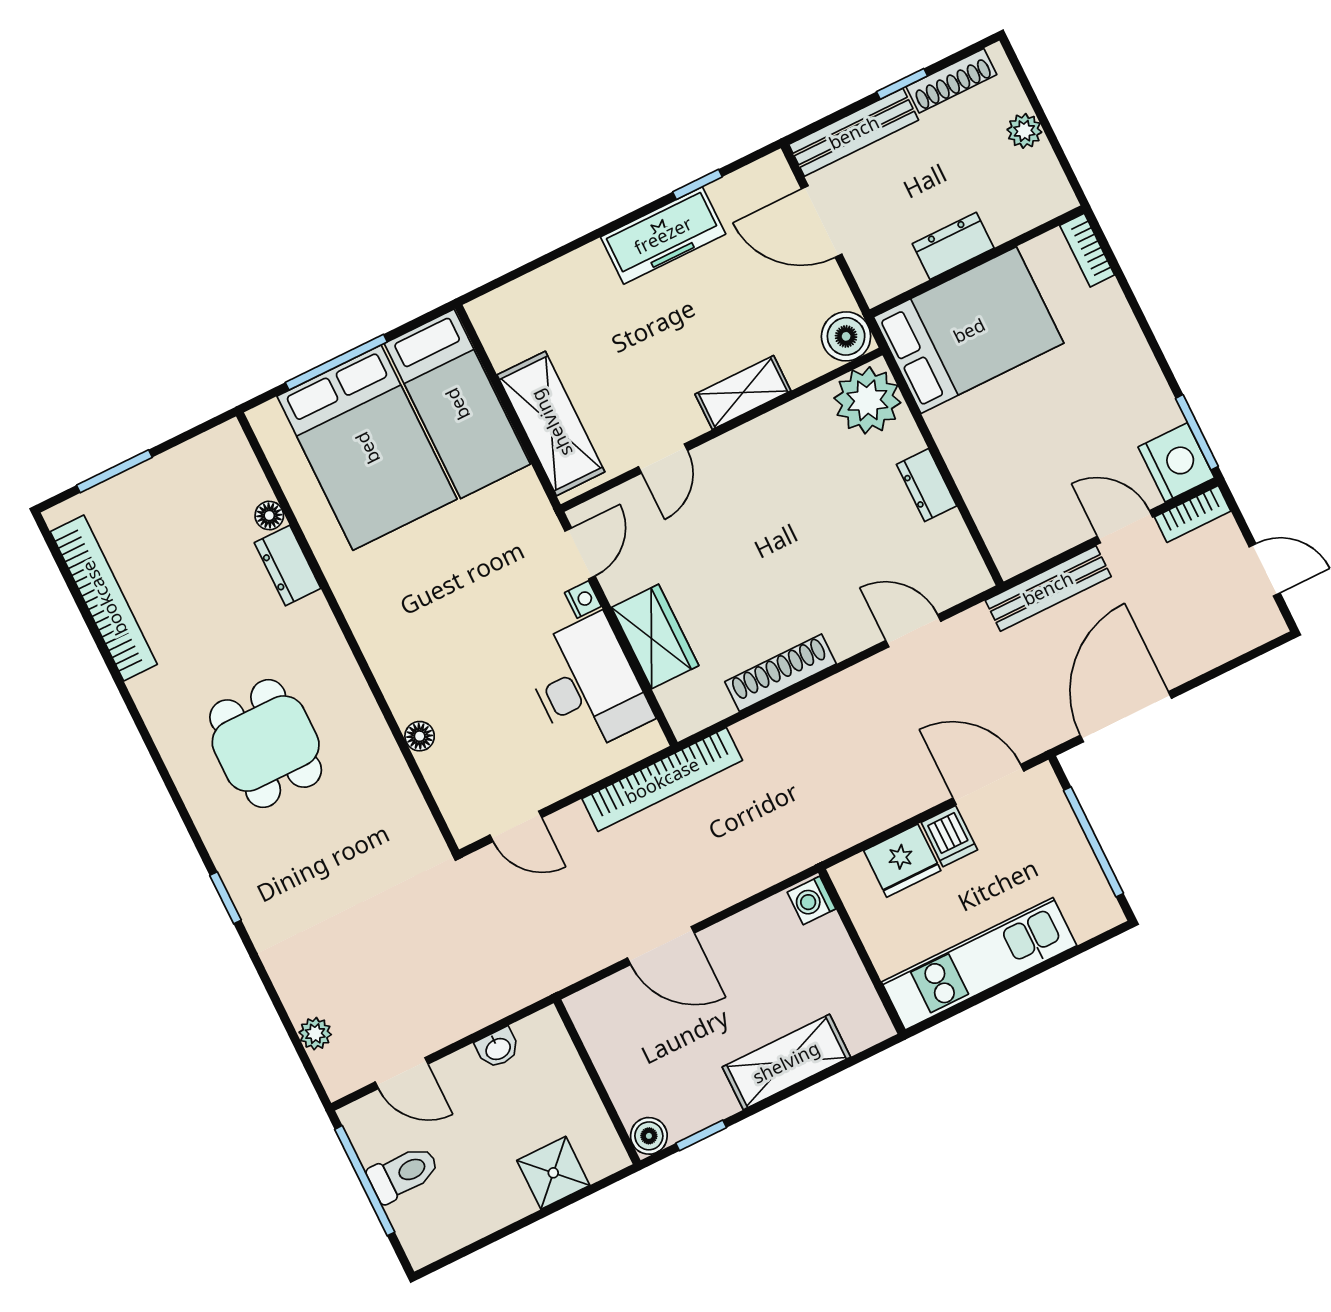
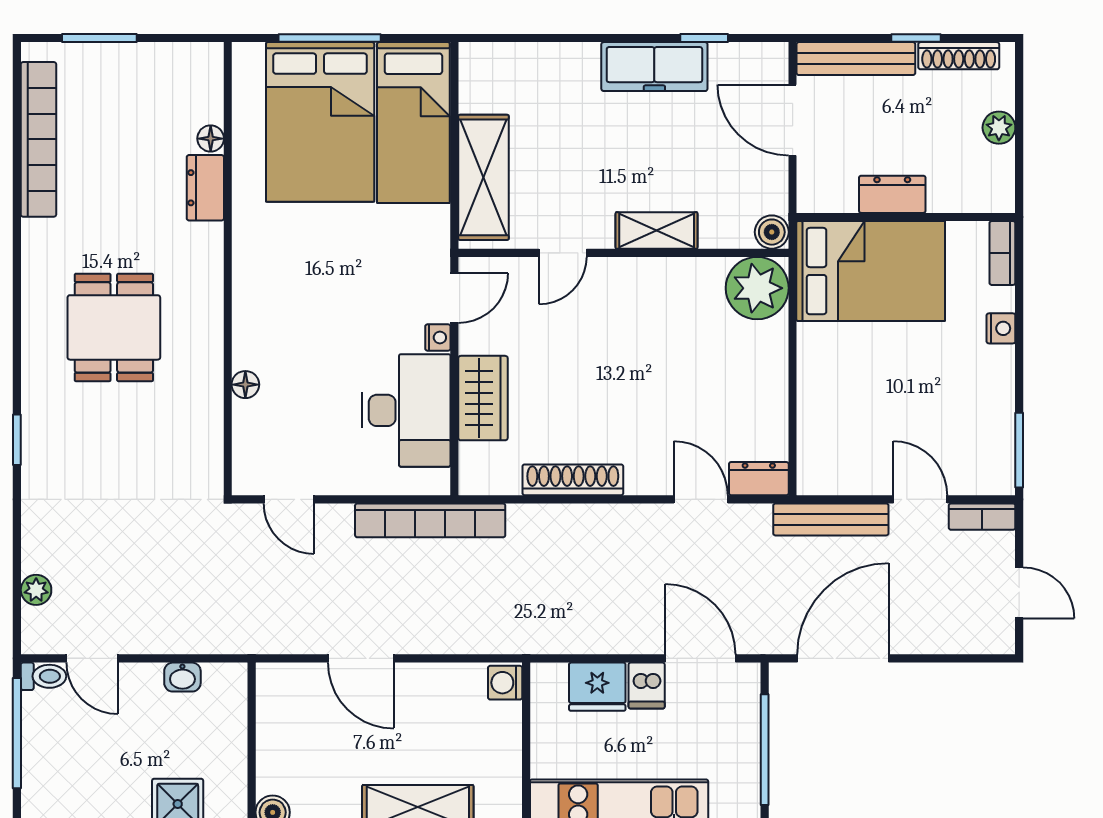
boiler: (846, 336) -> (772, 232), width x0.73, depth x0.73
nightstand: (1176, 462) -> (1001, 328), moved, width x0.53, depth x0.56
dresser: (927, 485) -> (759, 479), moved, turned 90
toilet: (403, 1174) -> (44, 676), moved, width x0.73, depth x0.72

